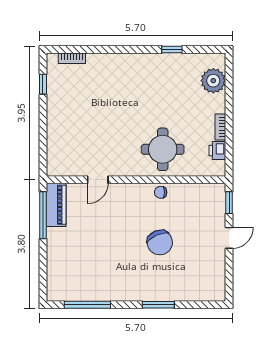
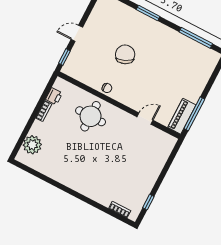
window: (172, 49) -> (49, 180), removed

